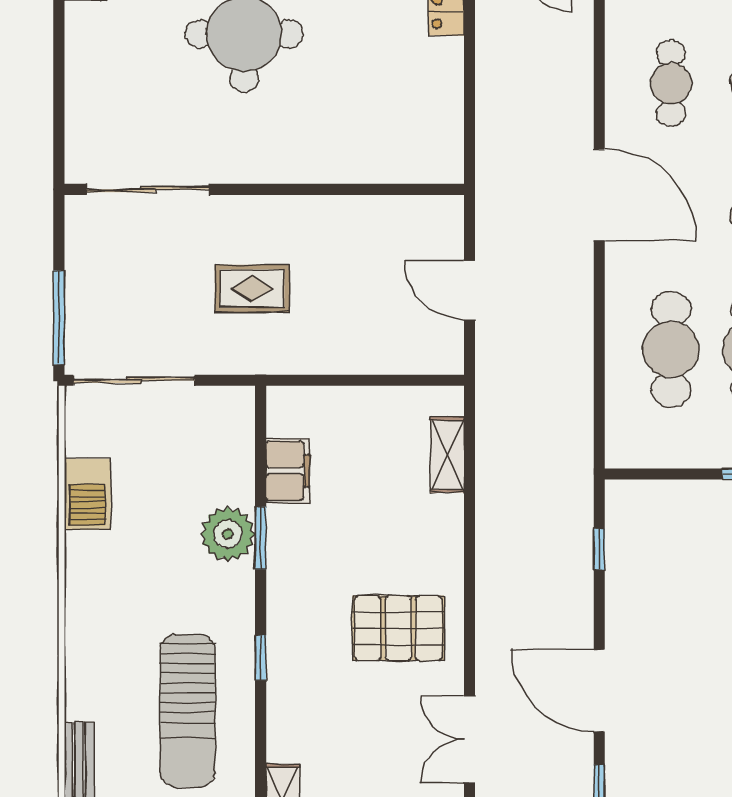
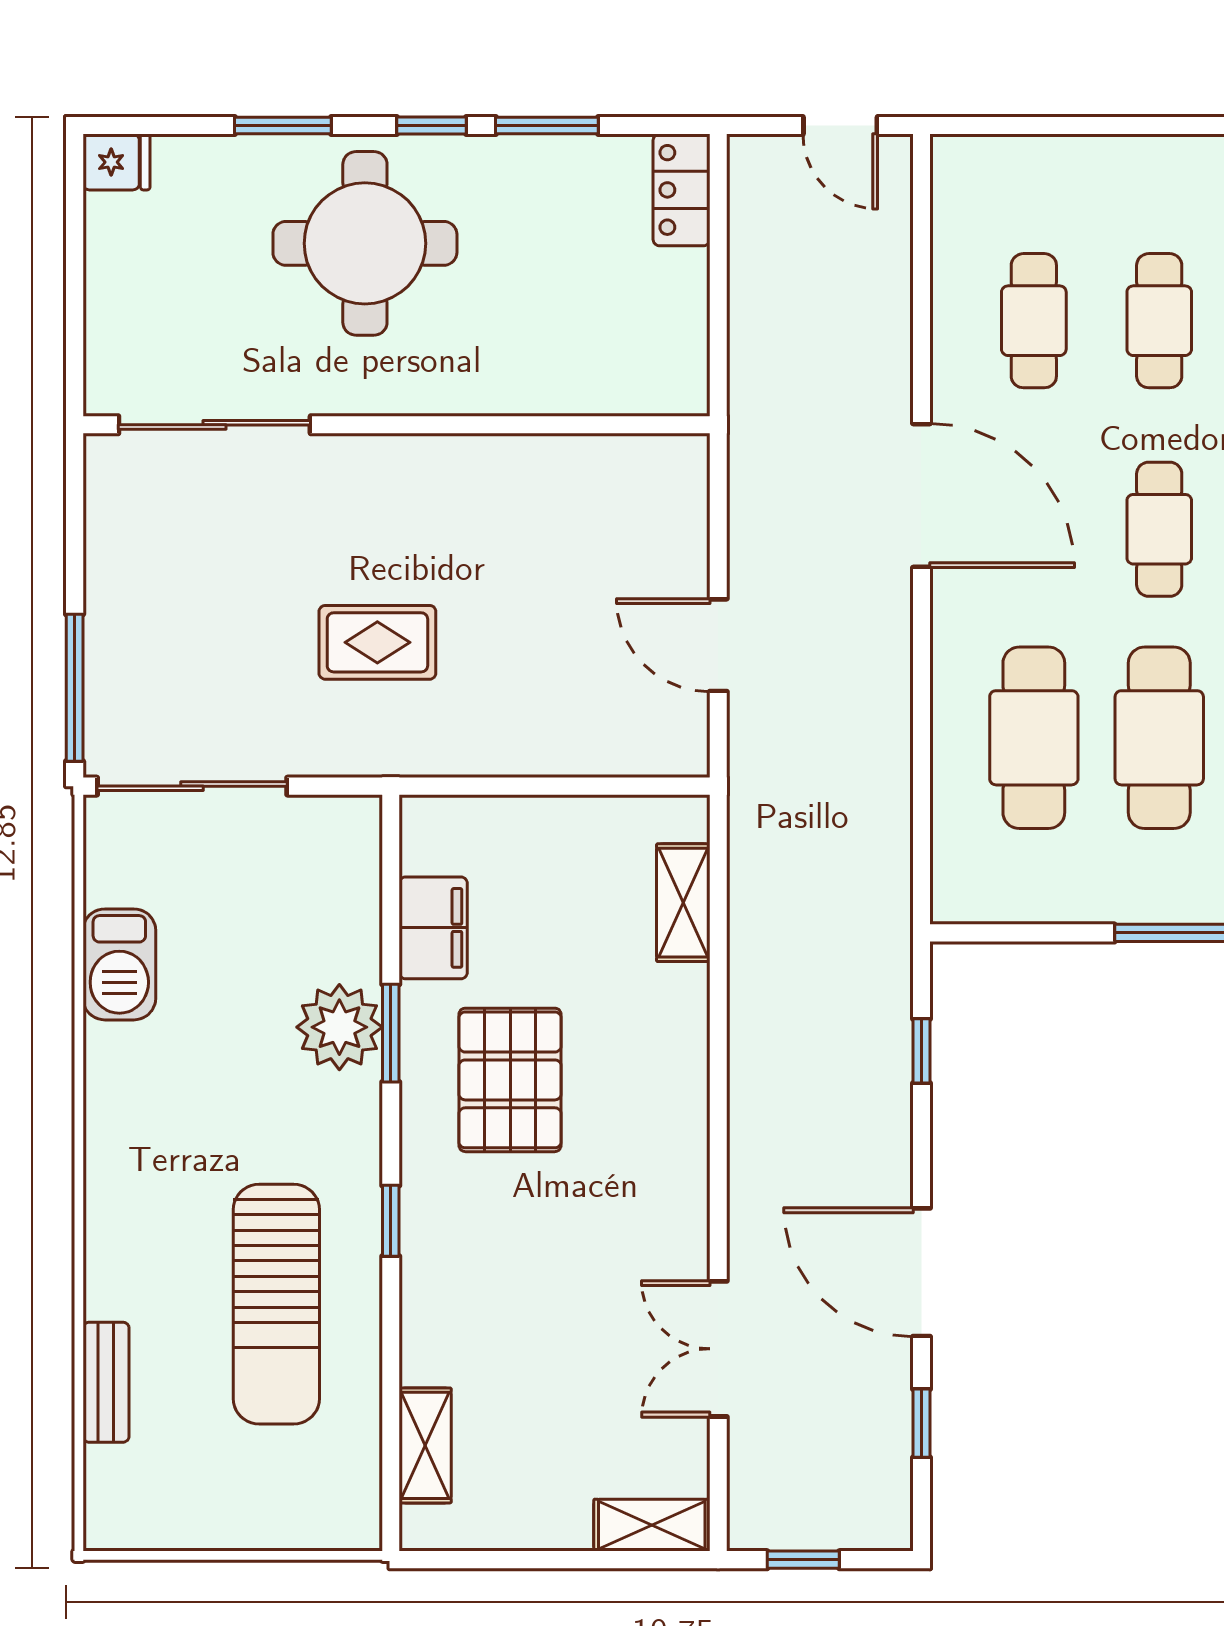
sliding door: (148, 189) -> (214, 425), moved
wall: (264, 189) -> (396, 425), moved
pallet: (398, 628) -> (510, 1080), moved, turned 90

